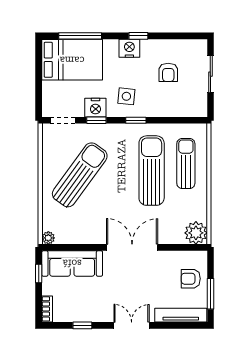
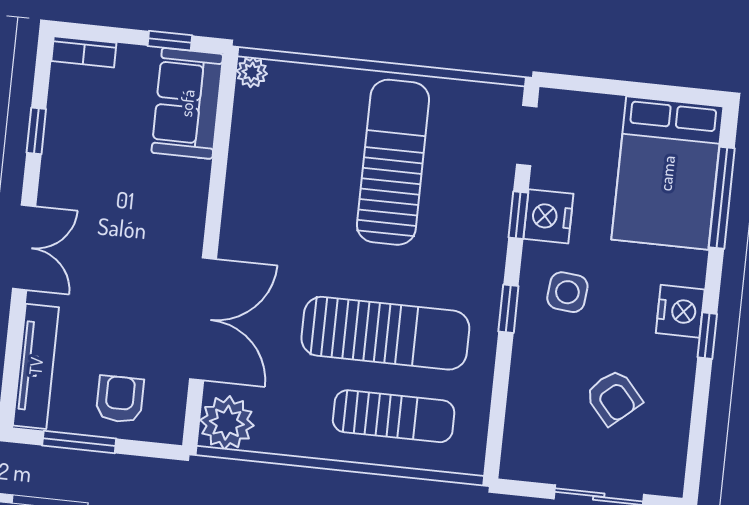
armchair: (168, 72) -> (614, 397), turned -131
sun lounger: (80, 175) -> (393, 162), turned -126
double door: (132, 247) -> (203, 319), moved
sofa: (72, 263) -> (187, 103), width x0.73

